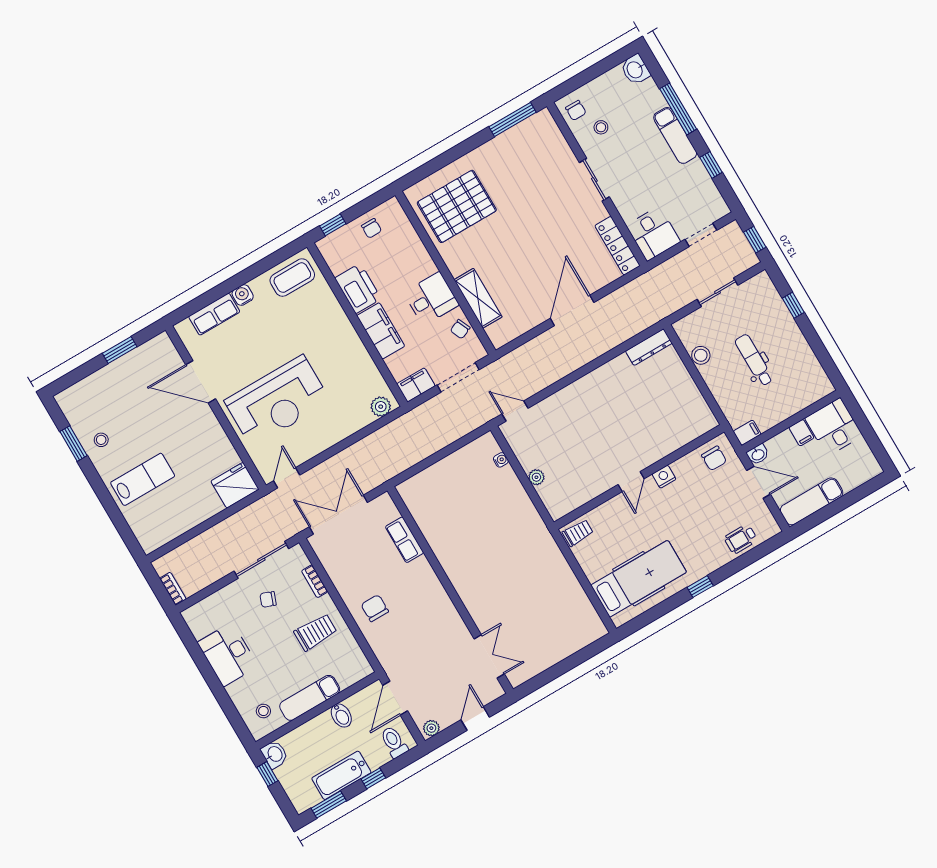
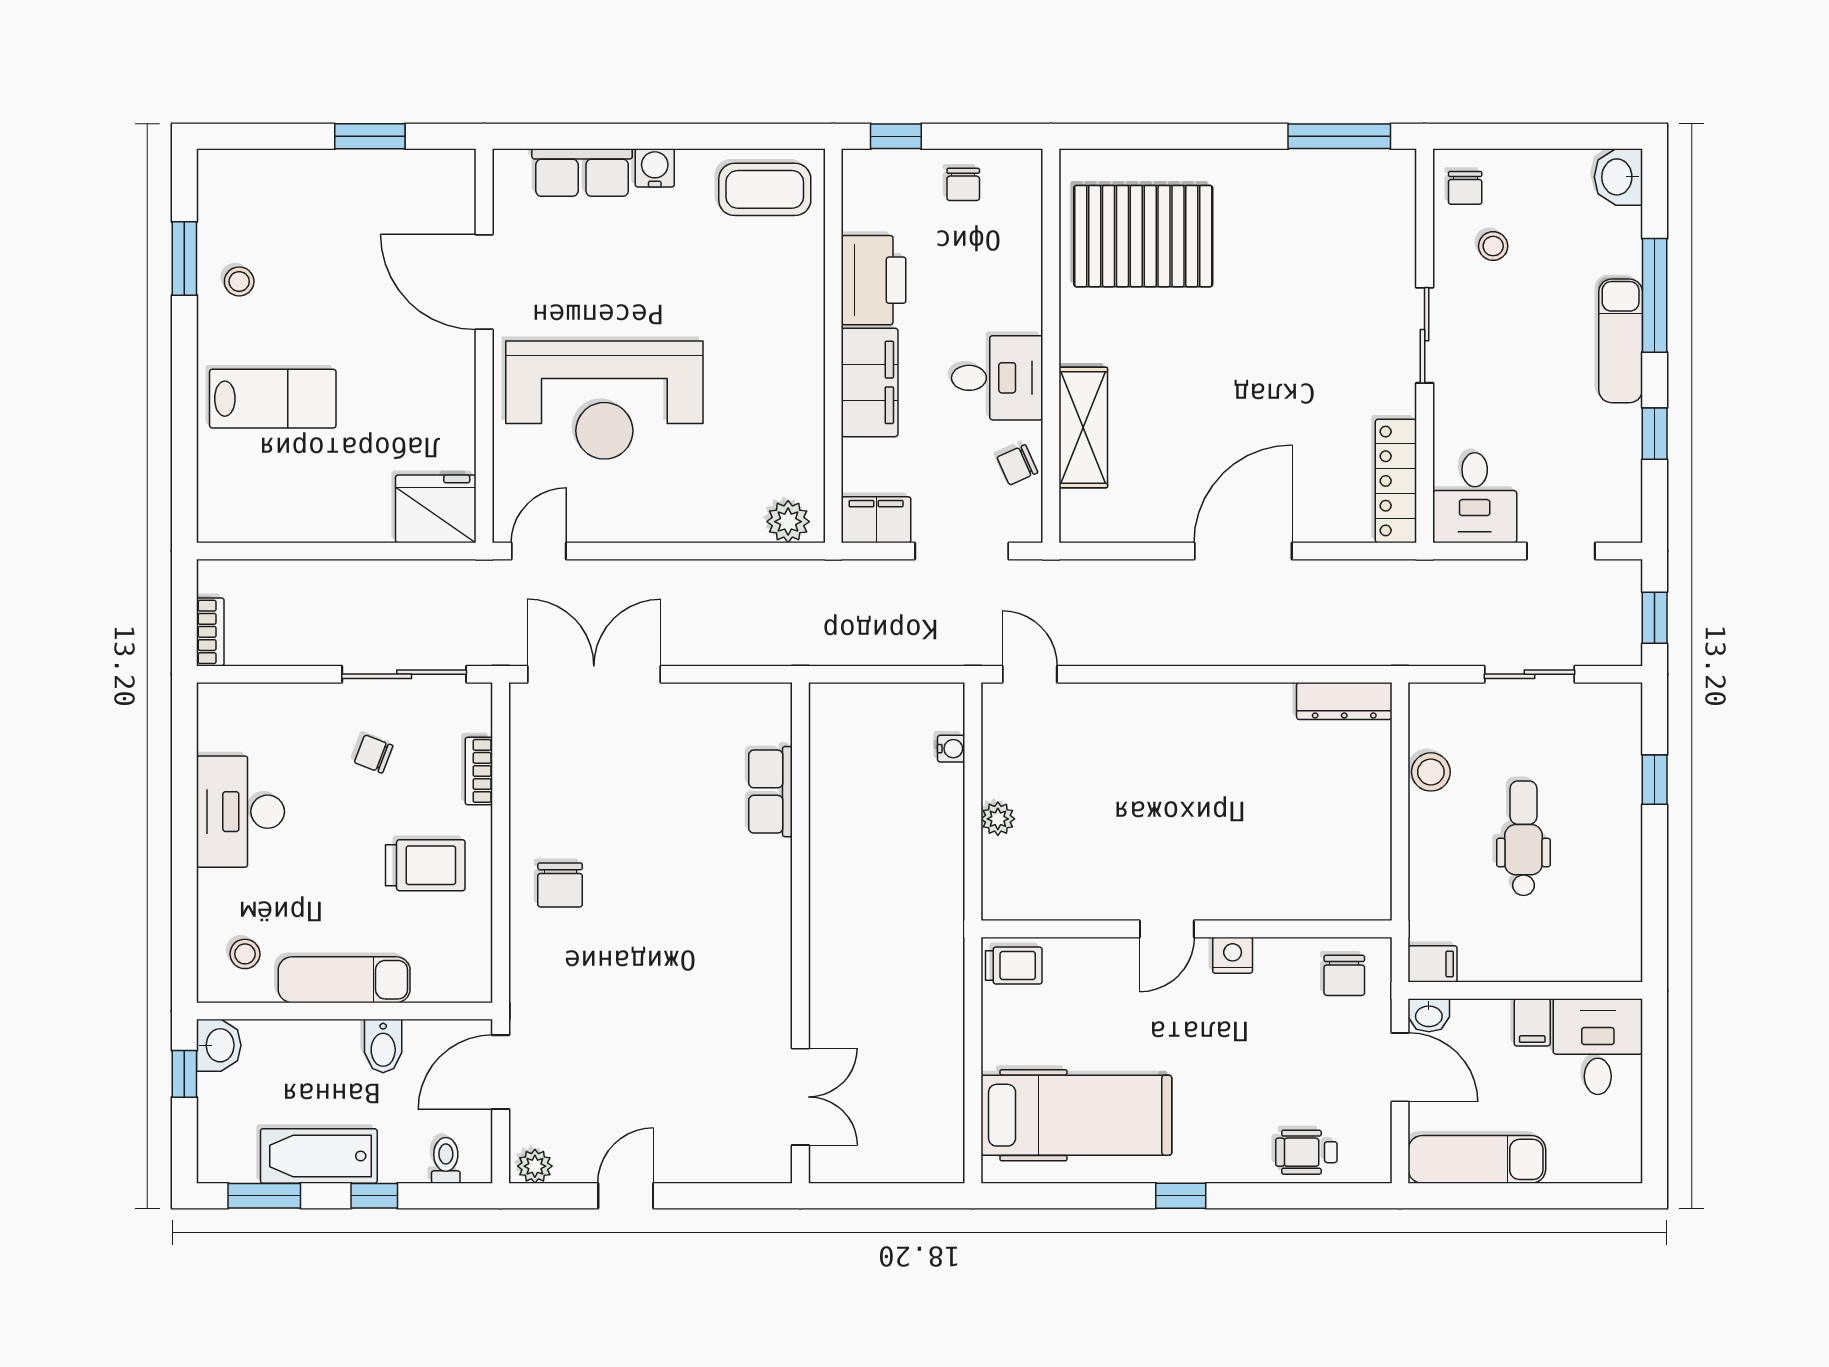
row of seats: (405, 540) -> (771, 792), moved
wall: (450, 590) -> (800, 933), moved
chair: (375, 608) -> (560, 885), turned 180
double door: (489, 656) -> (800, 1097), moved
toilet: (394, 742) -> (446, 1160), width x0.73, depth x0.72

